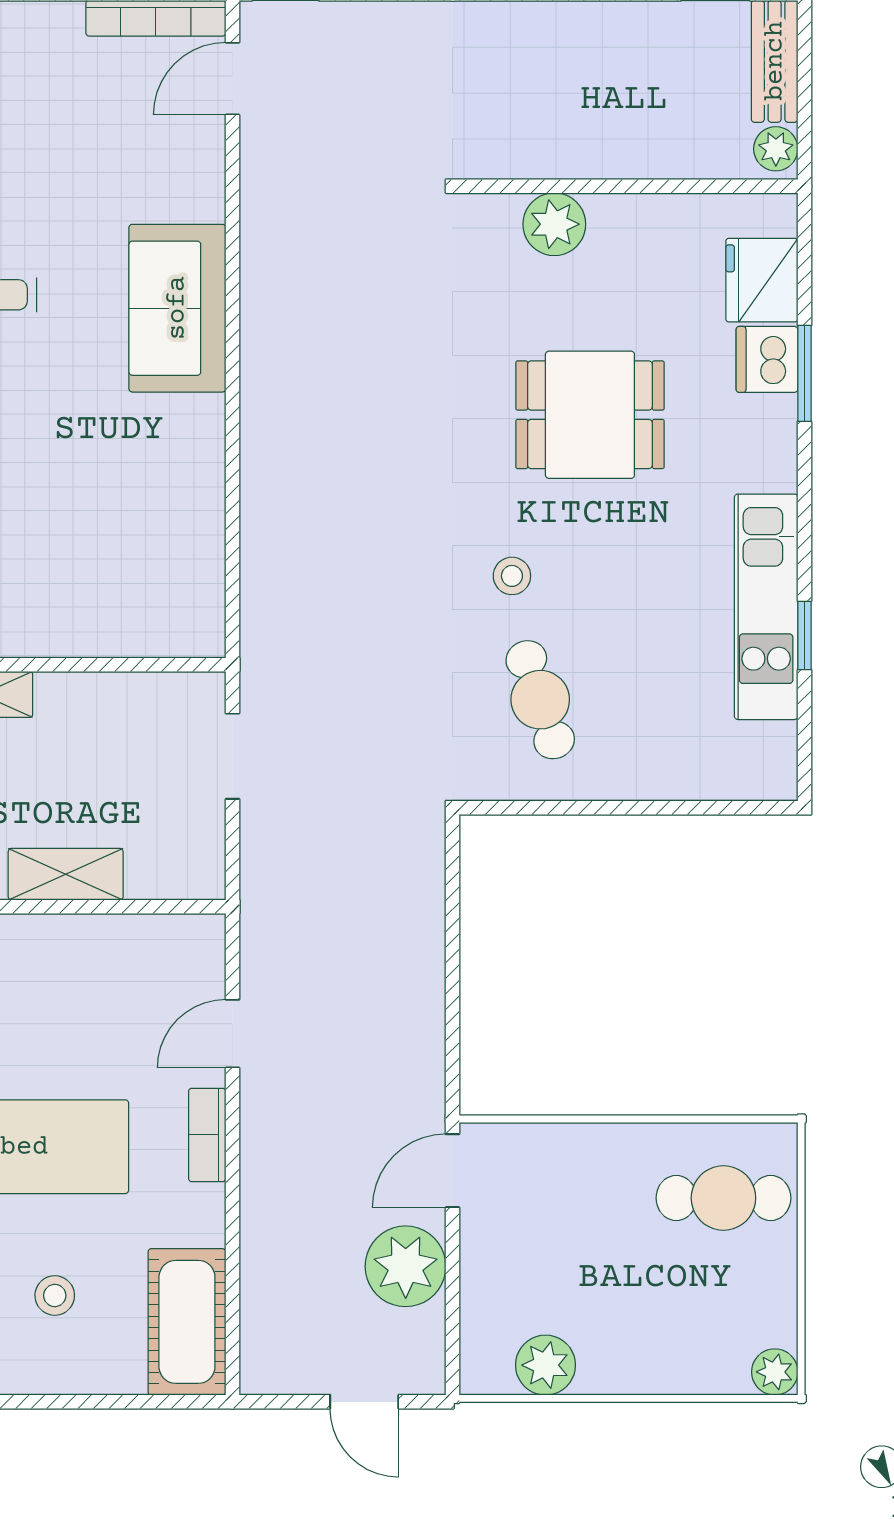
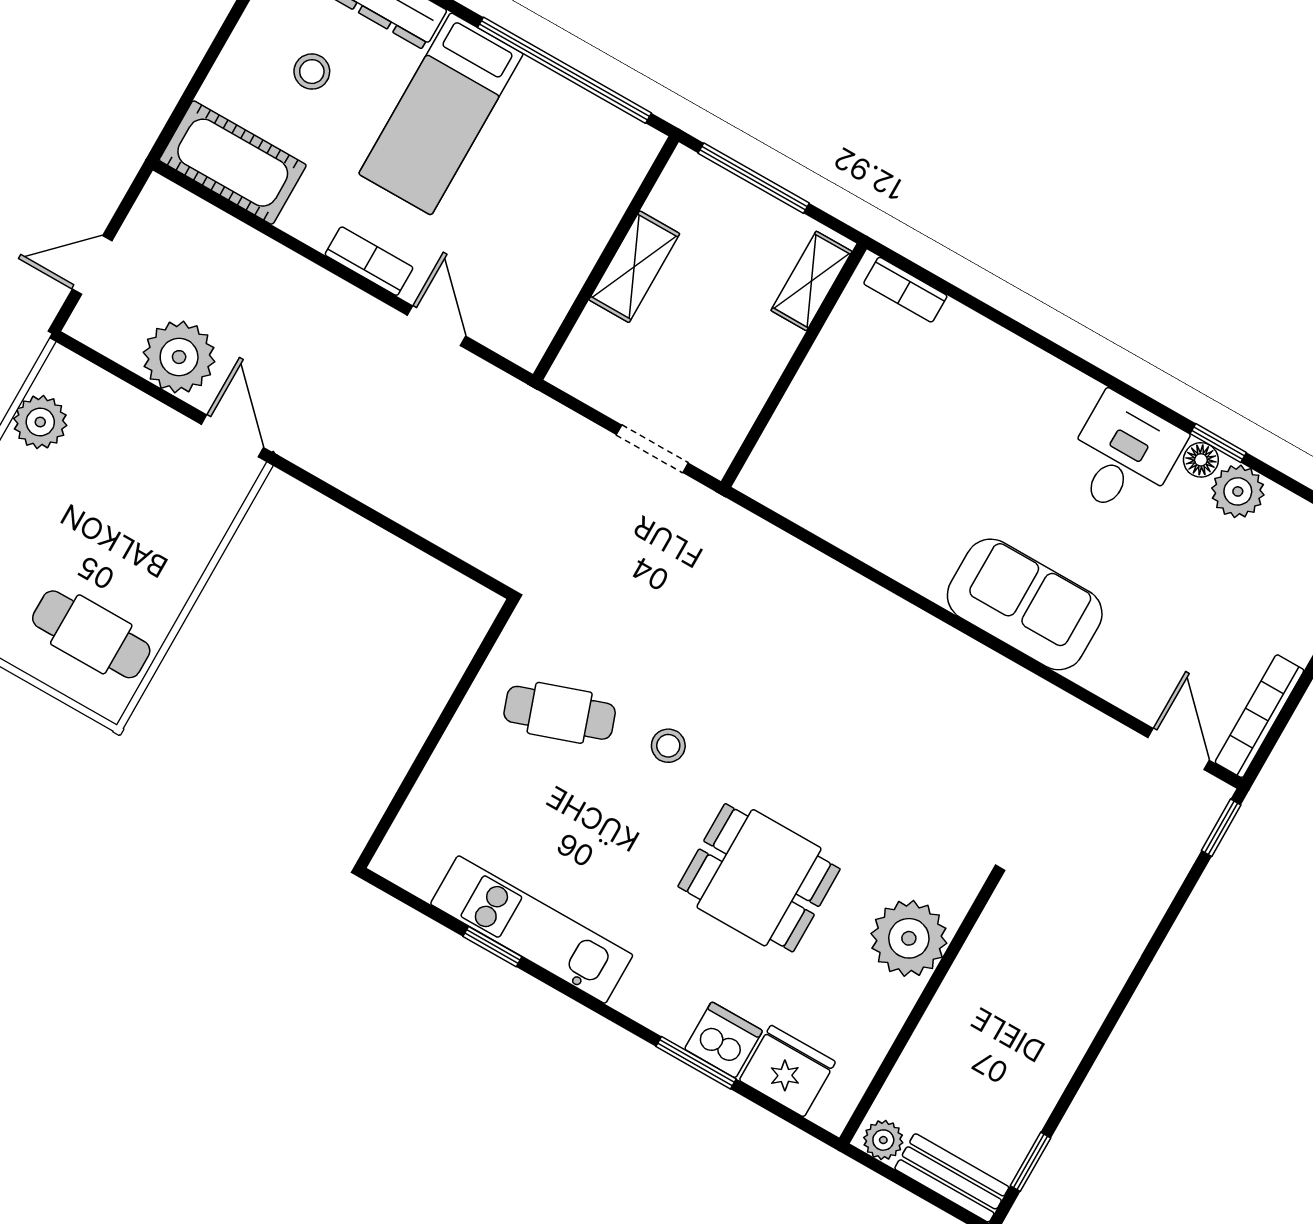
plant: (554, 224) -> (909, 938), width x1.36, depth x1.36
dining table: (590, 415) -> (759, 878), turned 90
cafe table: (723, 1198) -> (91, 634), turned 90

